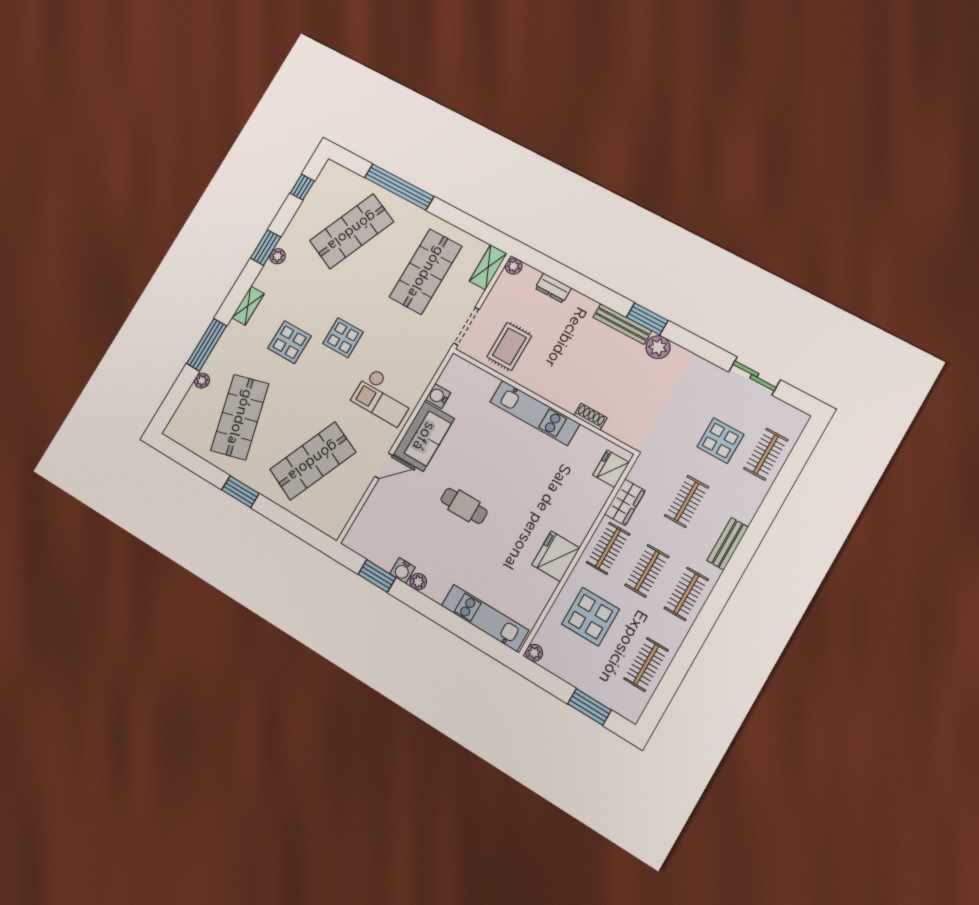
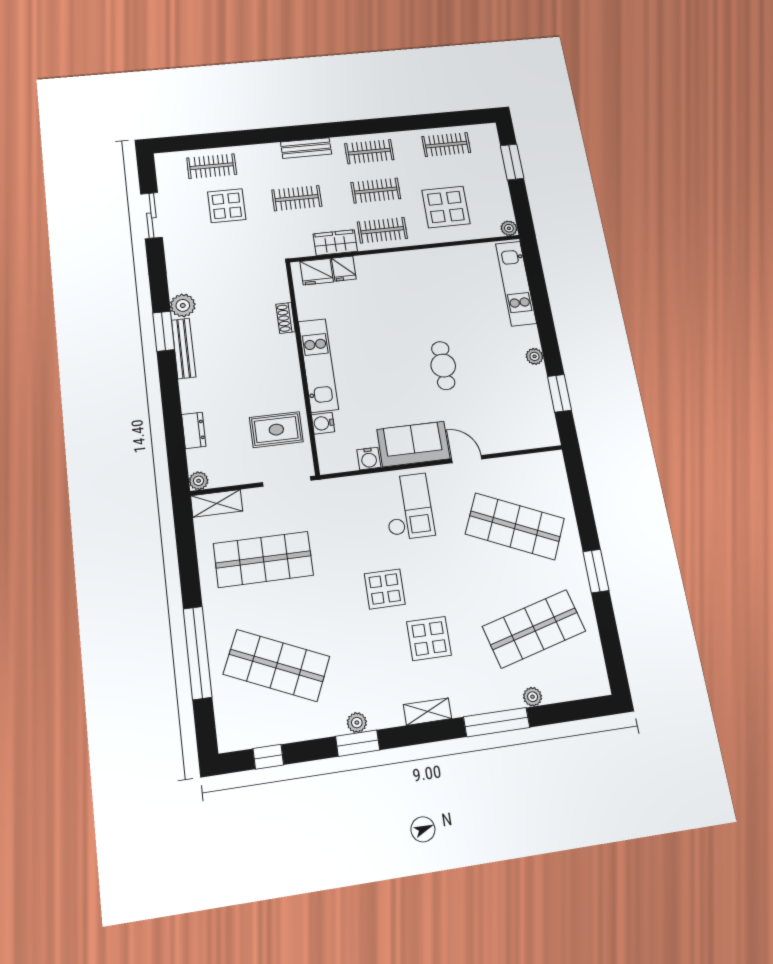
fridge: (556, 556) -> (344, 269), moved, width x0.53, depth x0.75
water cooler: (403, 571) -> (323, 423), moved, turned 180

